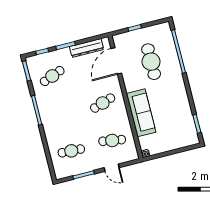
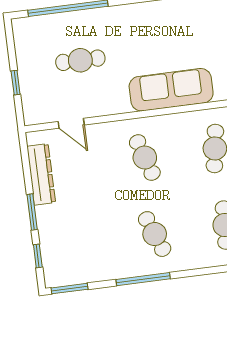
door: (116, 61) -> (71, 123), width x0.53
cafe table: (151, 62) -> (80, 60), width x0.73, depth x0.74
cafe table: (52, 76) -> (155, 234), moved

